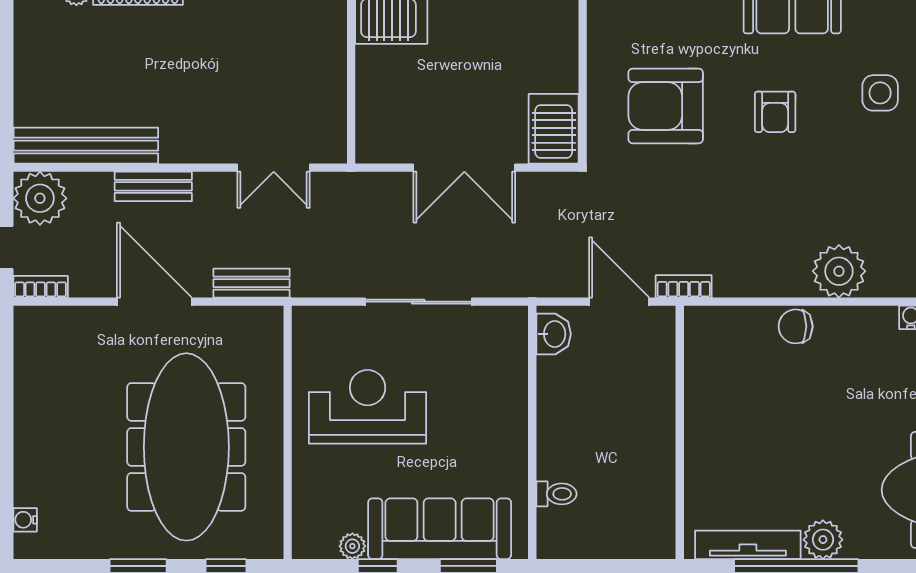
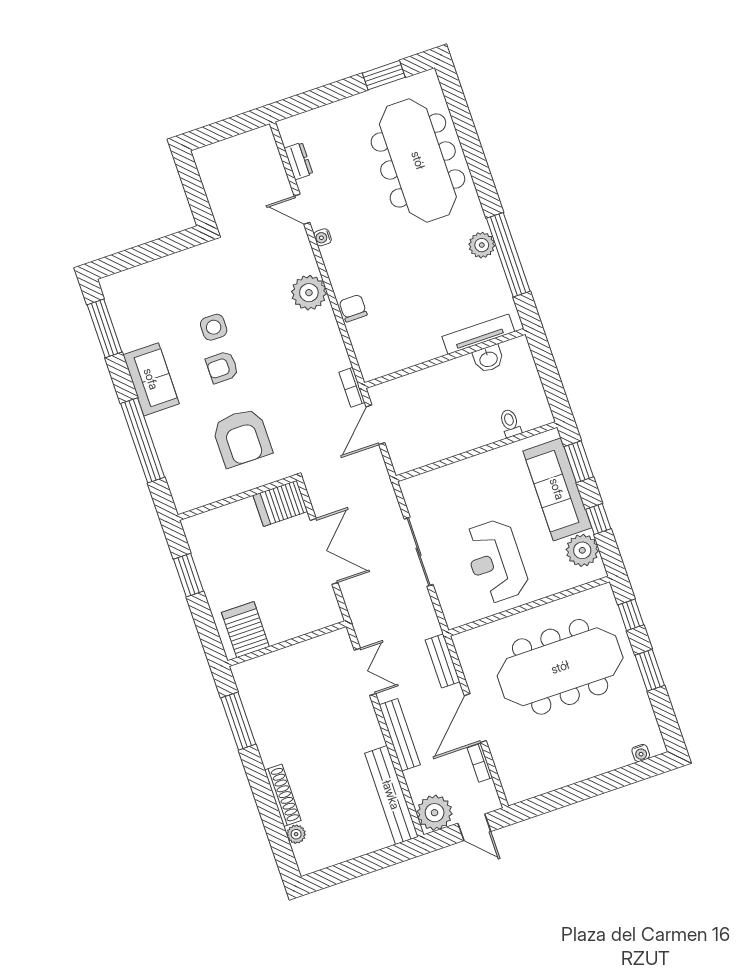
side table: (880, 93) -> (214, 327), moved
armchair: (775, 112) -> (222, 367), turned 180
bench: (153, 186) -> (400, 735), width x1.36
bookcase: (41, 287) -> (480, 763), moved
chair: (796, 326) -> (353, 308), turned 180
washbasin: (554, 334) -> (488, 359), moved, turned 180
tv unit: (748, 545) -> (478, 334), moved, turned 90
plant: (352, 546) -> (582, 550), width x1.88, depth x1.88

